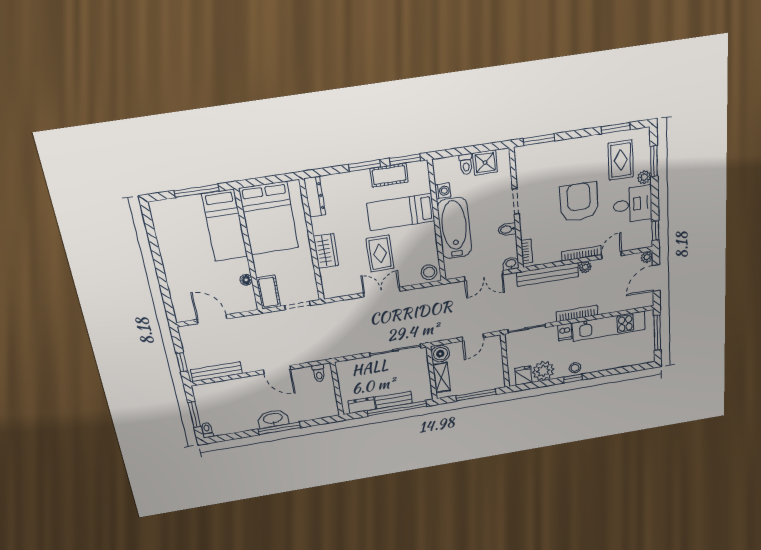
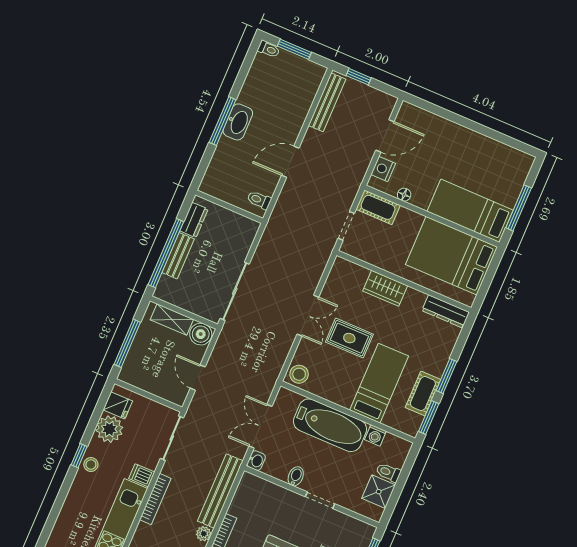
bookcase: (527, 251) -> (259, 483), removed
nightstand: (237, 306) -> (383, 169), added

